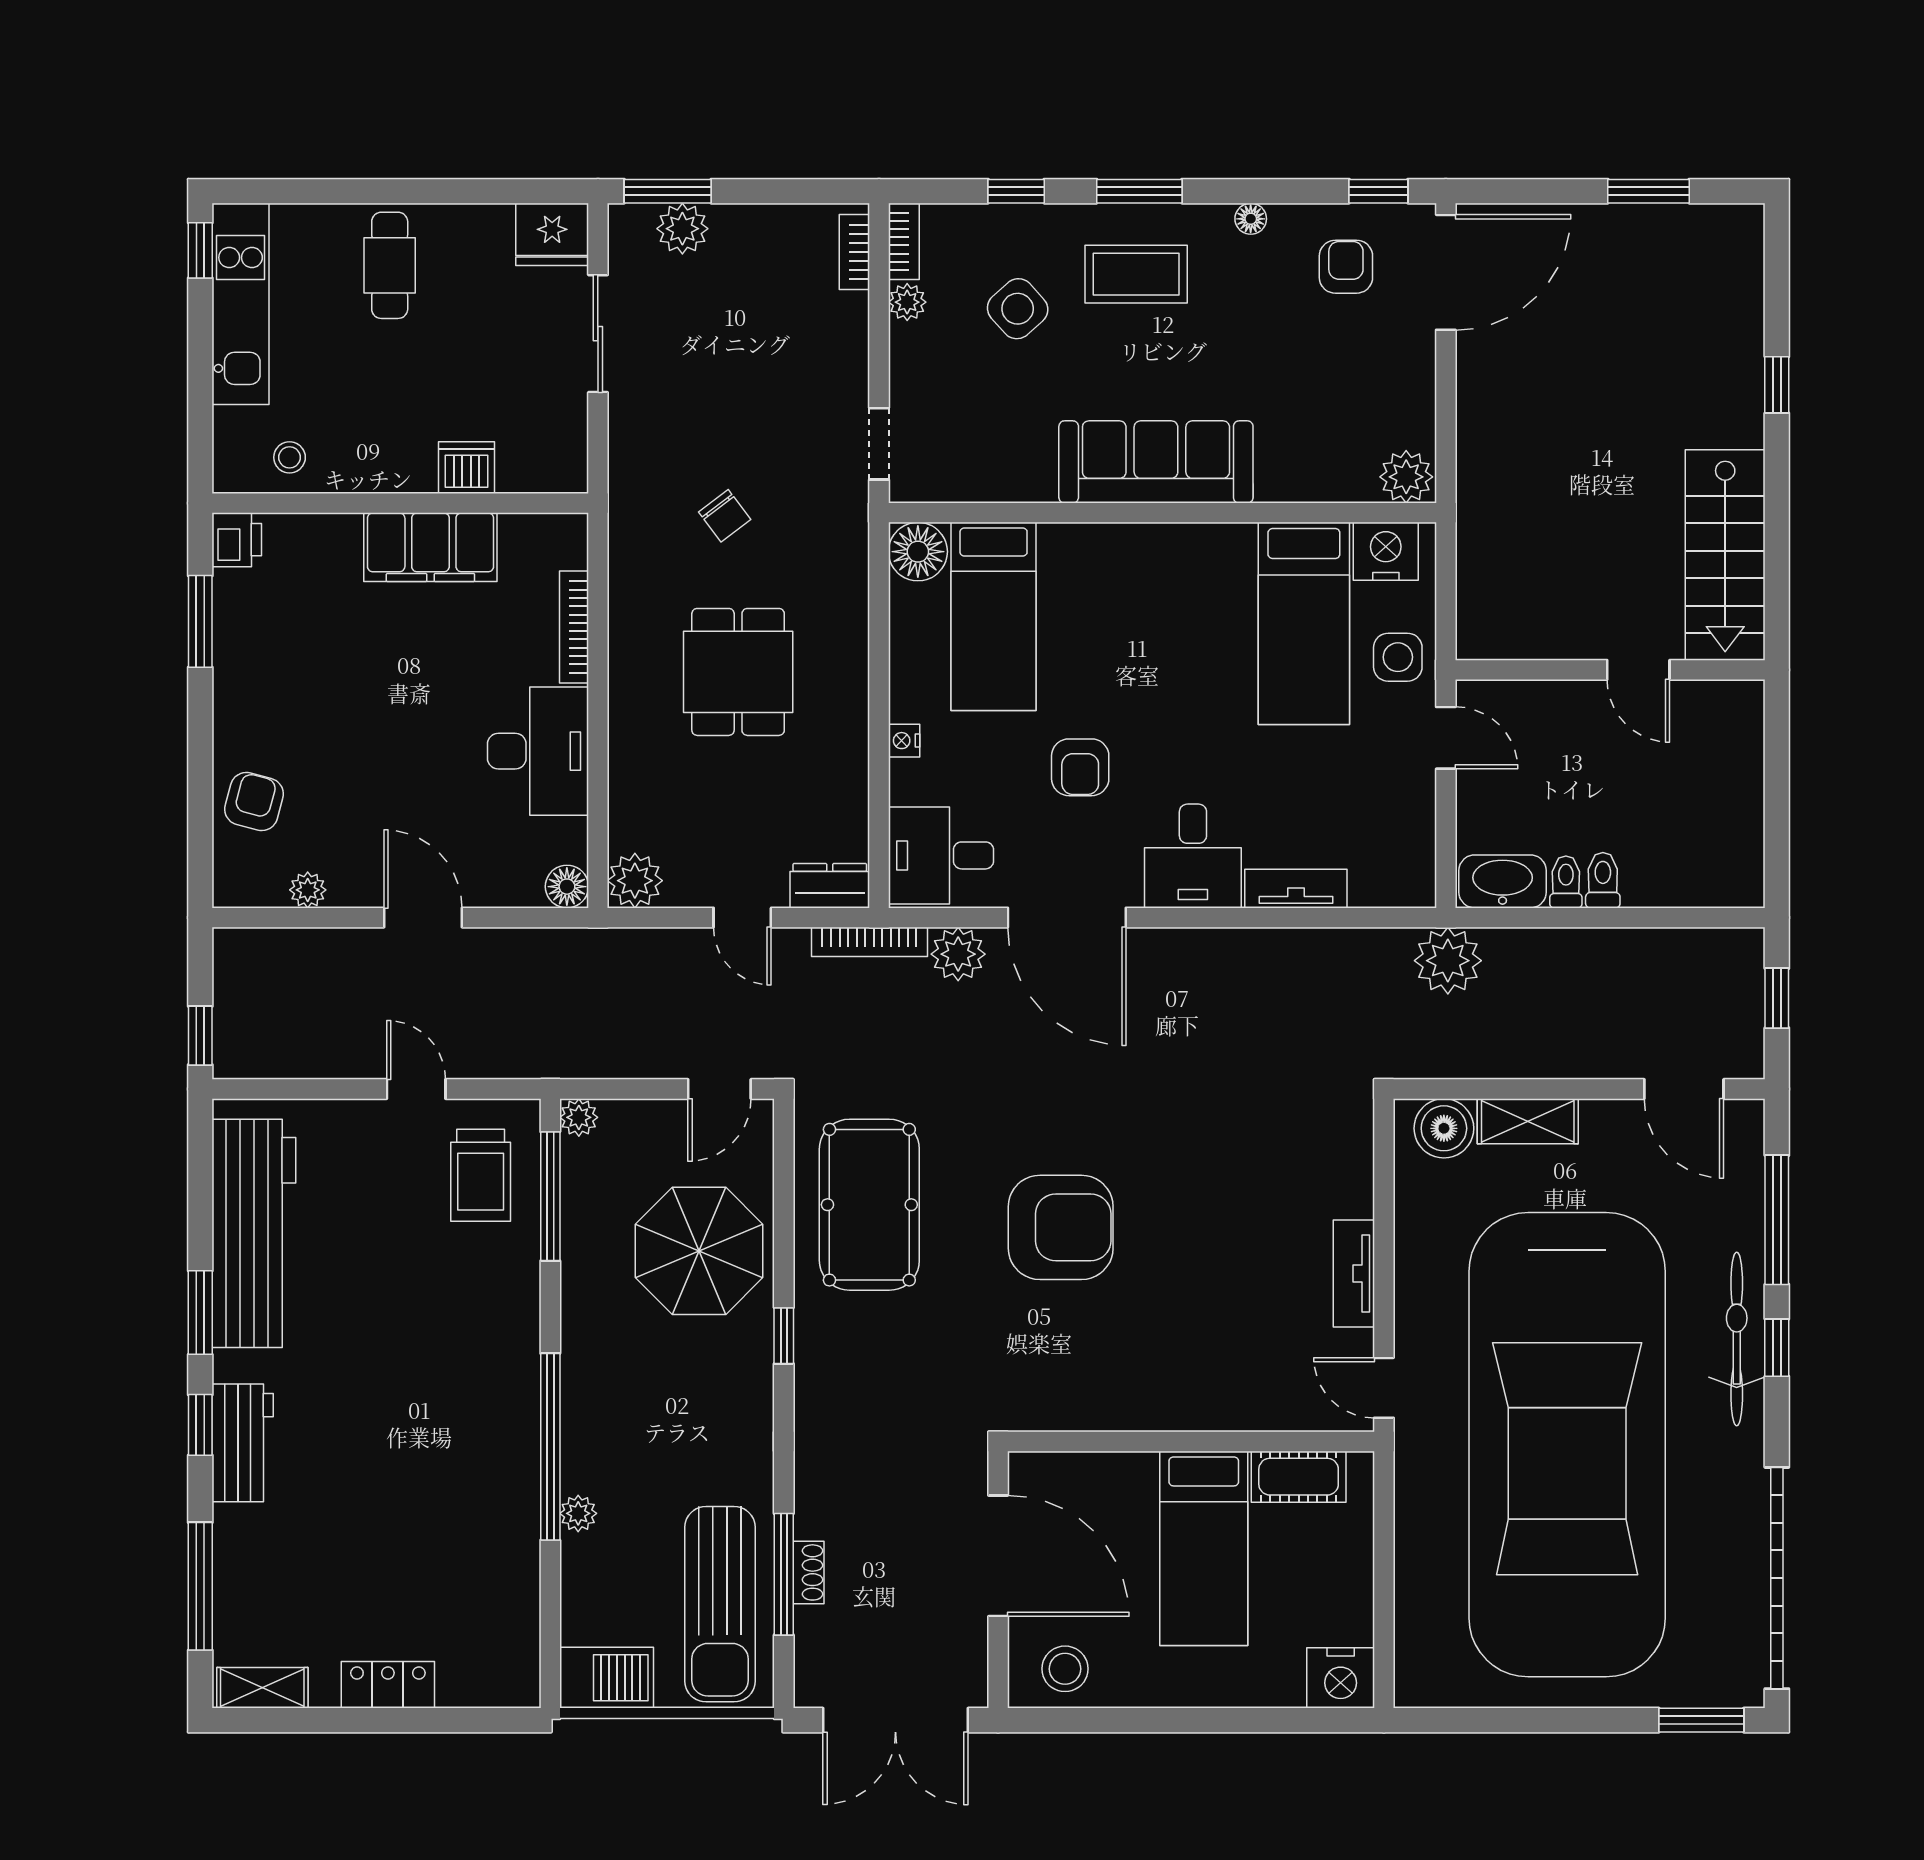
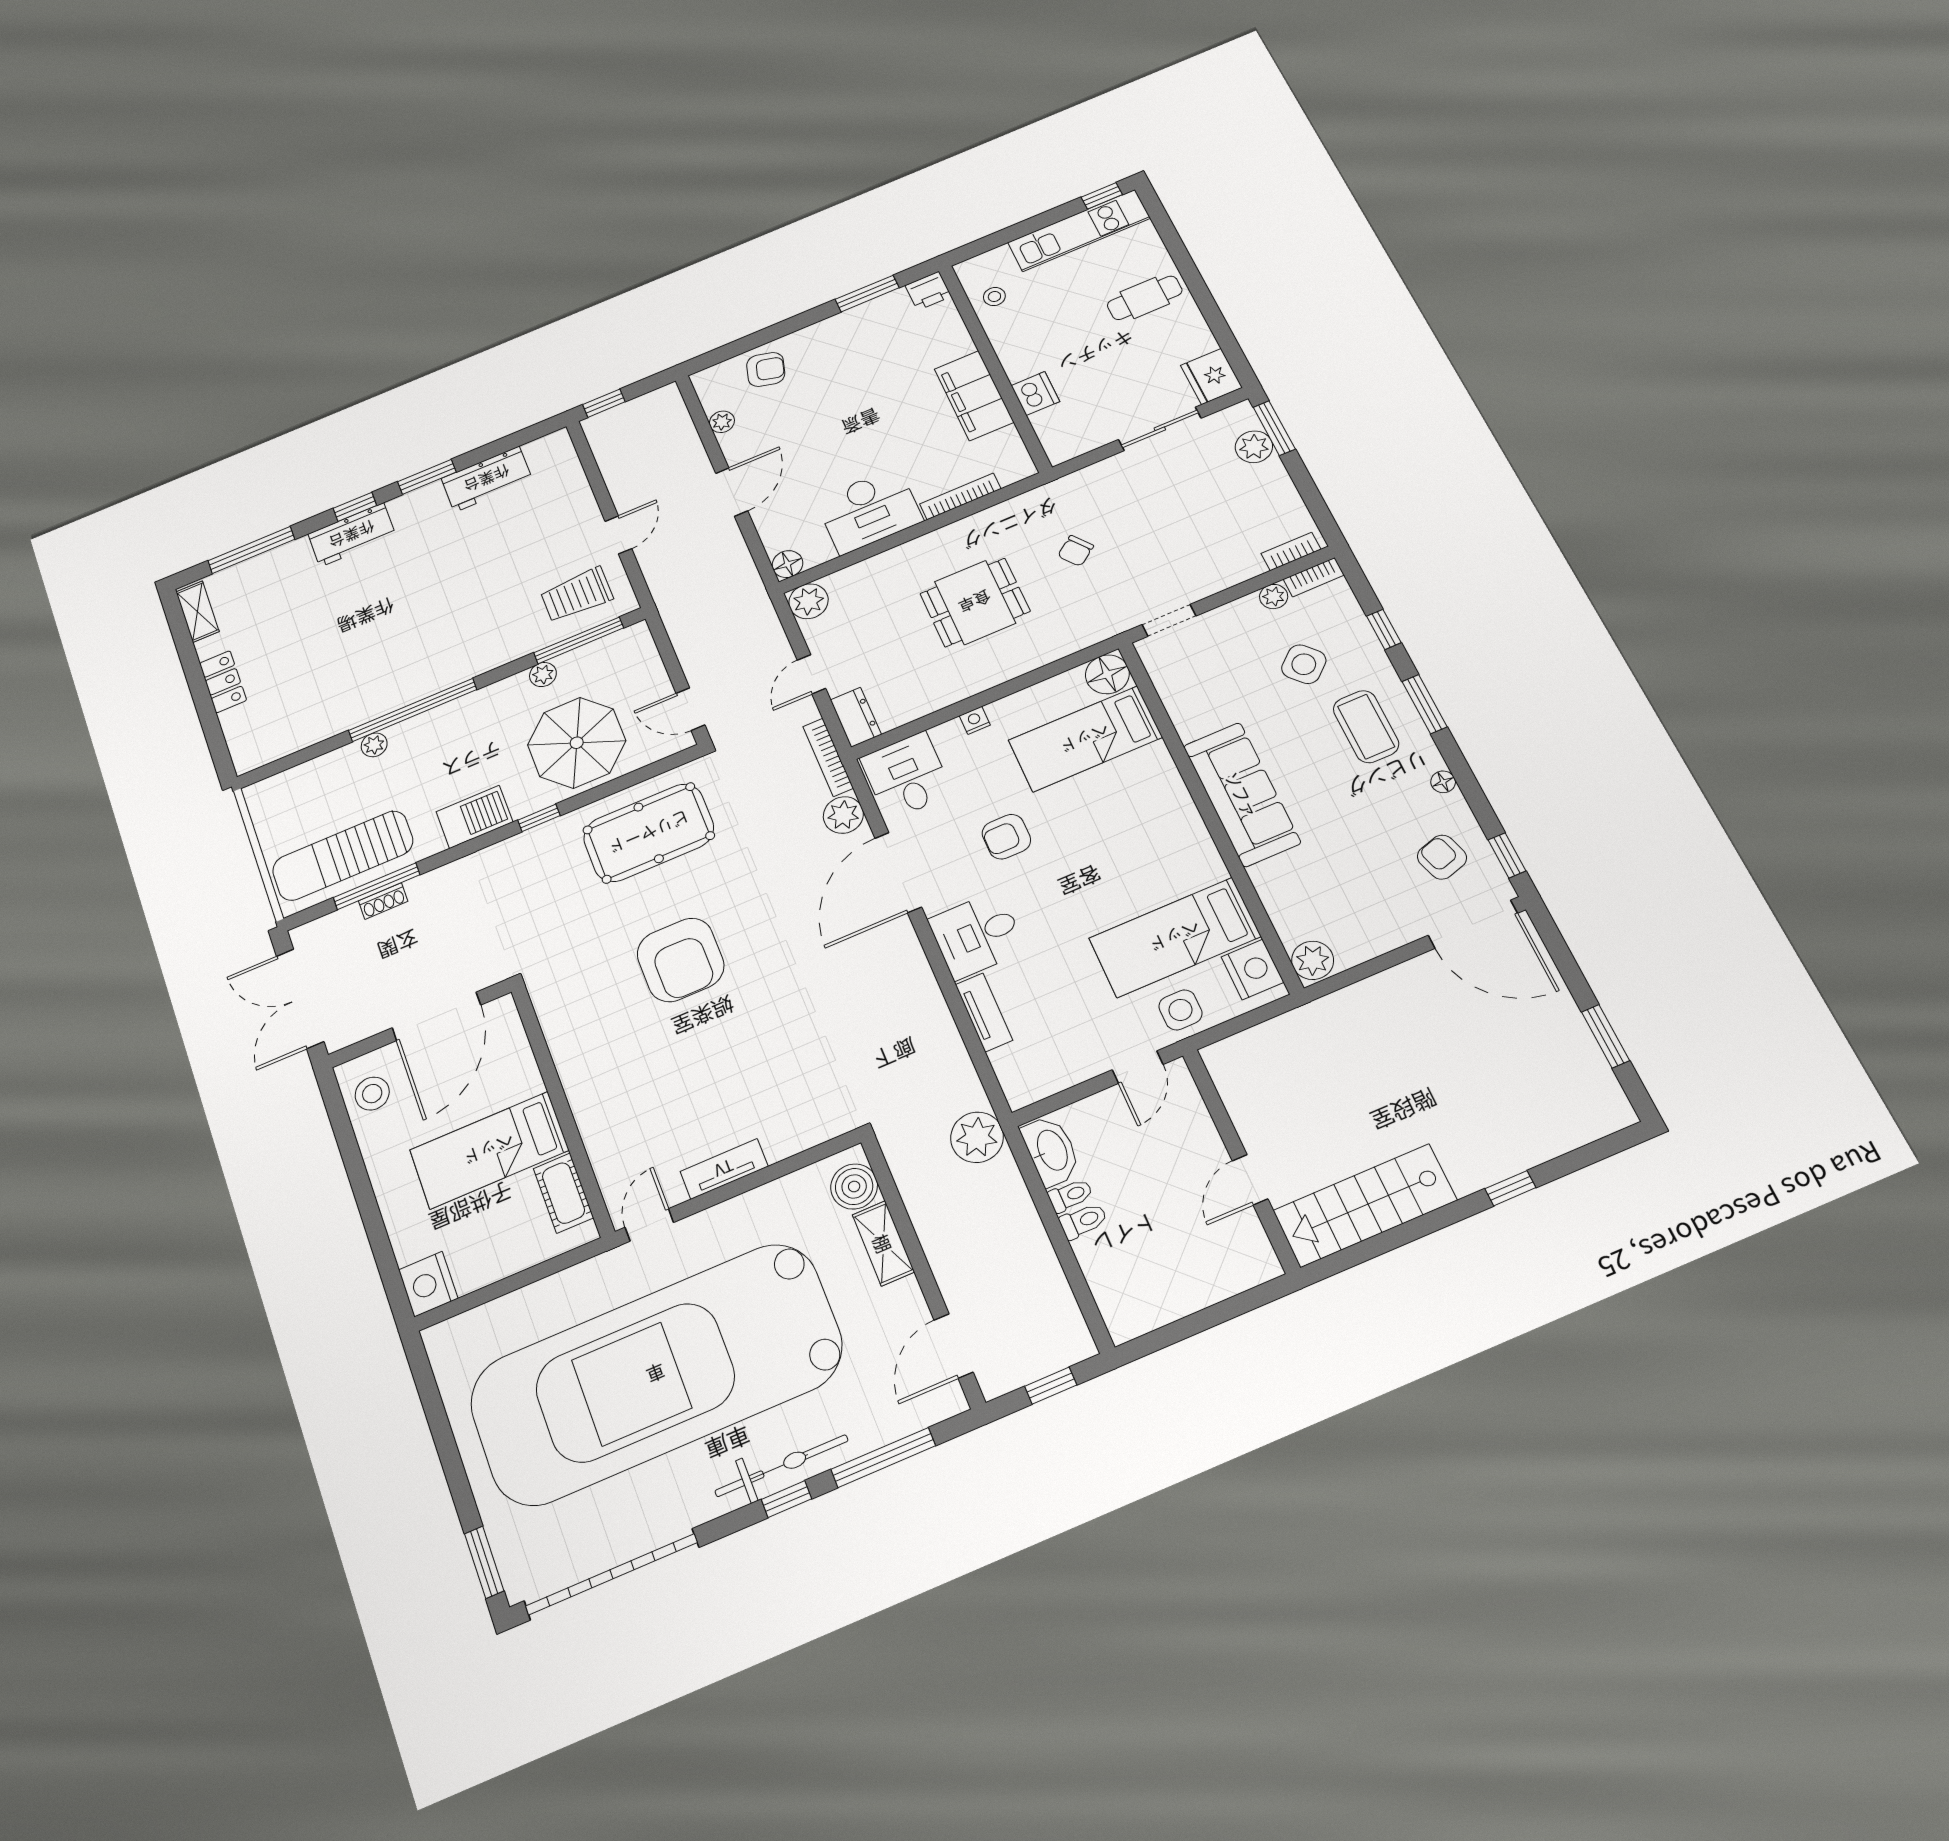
armchair: (1346, 267) -> (1442, 857), turned -107
plant: (579, 1117) -> (543, 675), moved
workbench: (254, 1233) -> (487, 479), width x0.53, depth x0.76
barbecue: (607, 1678) -> (474, 817), moved, turned -90

